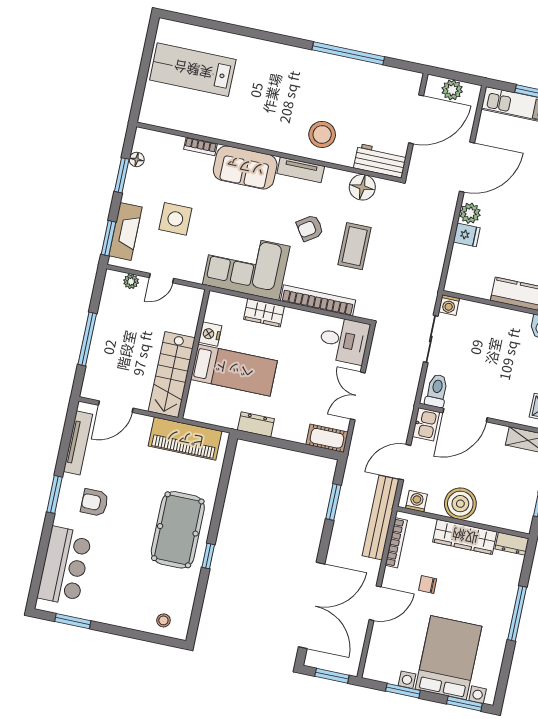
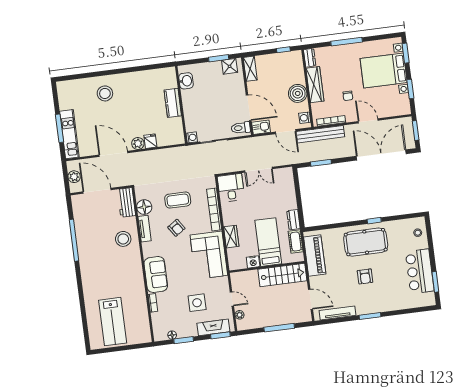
tv unit: (301, 170) -> (145, 229), moved
cot: (327, 438) -> (296, 242), moved
armchair: (94, 503) -> (365, 276), moved
bar counter: (65, 566) -> (420, 271), moved, turned -90

